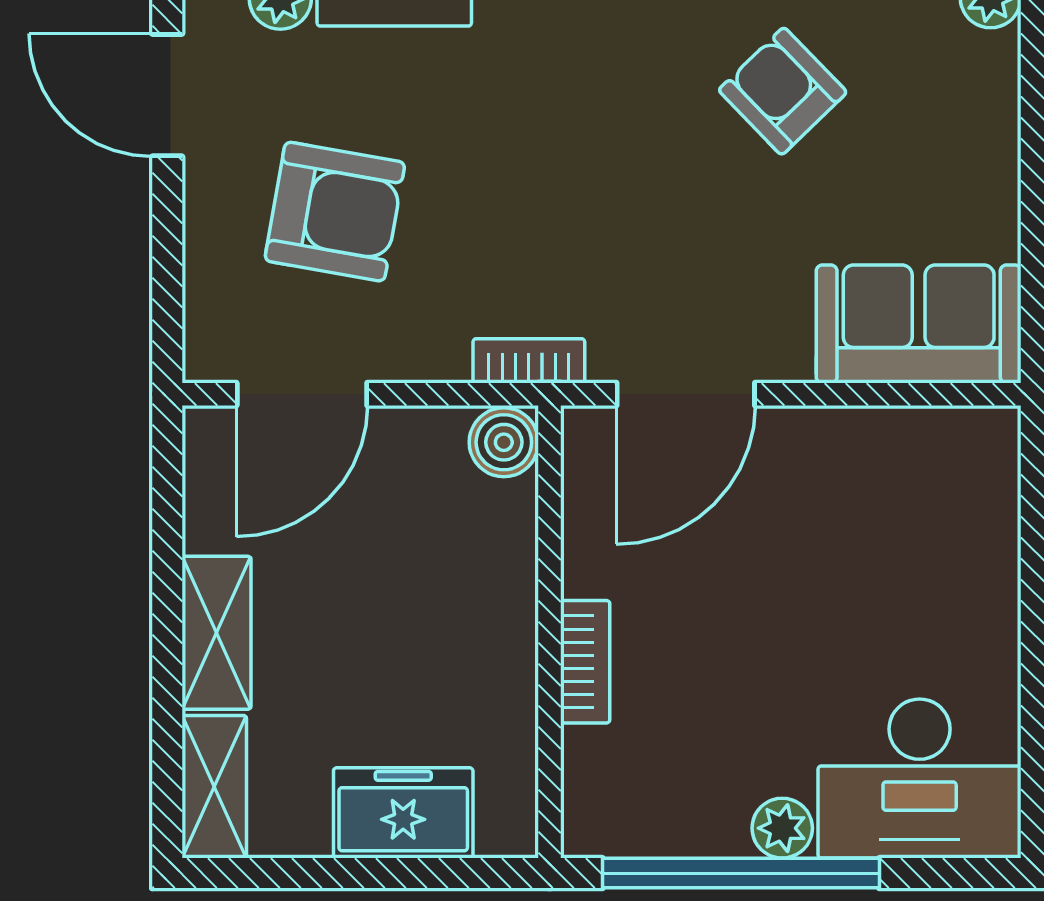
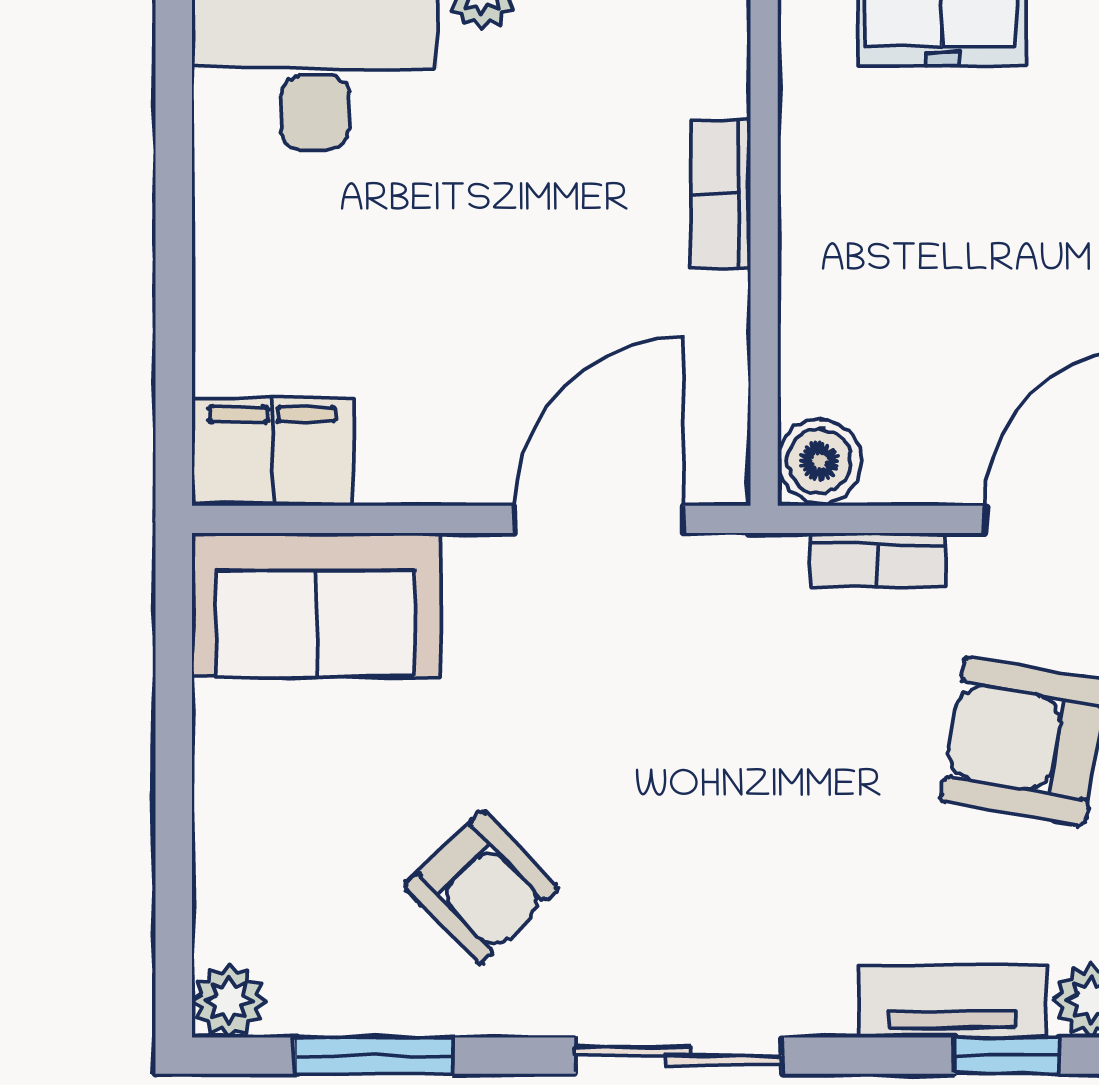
bookcase: (529, 361) -> (878, 560), moved
filing cabinet: (954, 450) -> (273, 452), added

